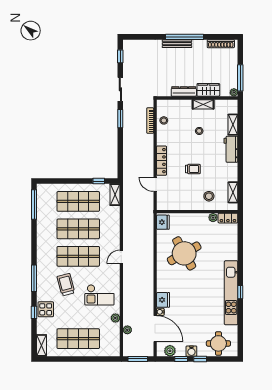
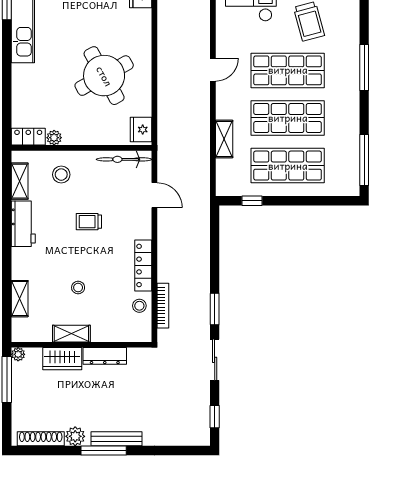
window: (184, 37) -> (104, 450), width x0.68
plant: (201, 45) -> (75, 436), added
workbench: (231, 149) -> (23, 224), moved
locker: (162, 161) -> (143, 265), moved
shelving: (115, 195) -> (224, 139), moved
bicycle: (173, 205) -> (124, 159), added
window: (34, 278) -> (364, 67), moved

